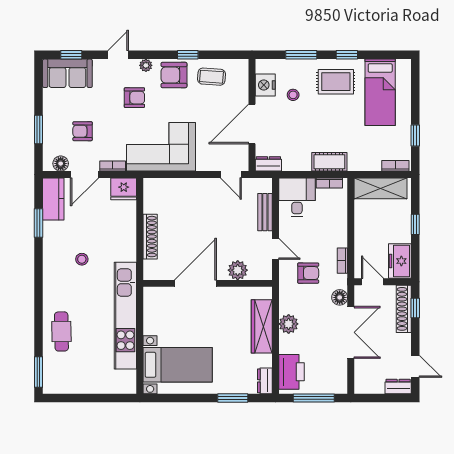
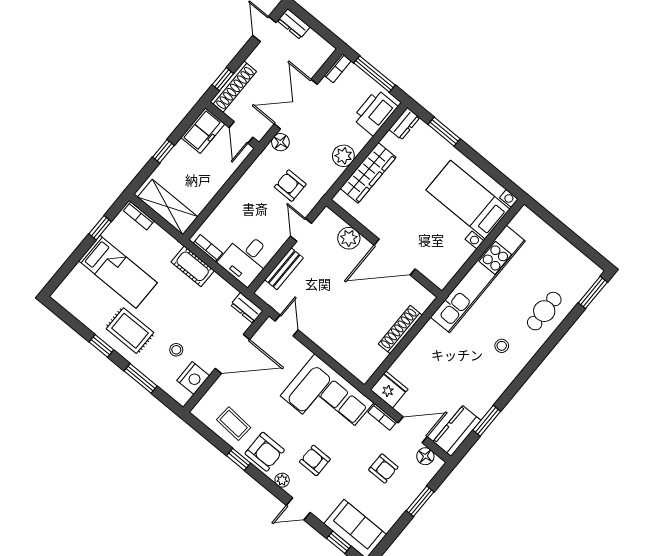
bed: (380, 92) -> (118, 272), moved, turned 90
stool: (82, 259) -> (502, 346), moved
bookcase: (342, 261) -> (338, 68), moved

